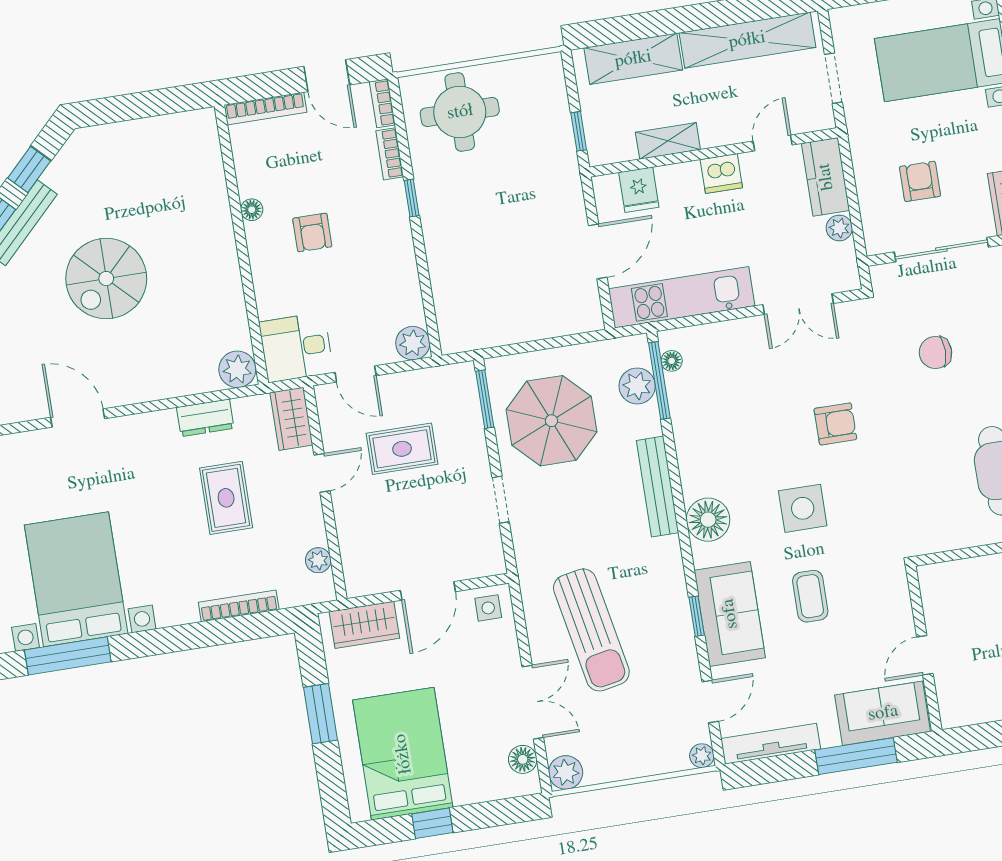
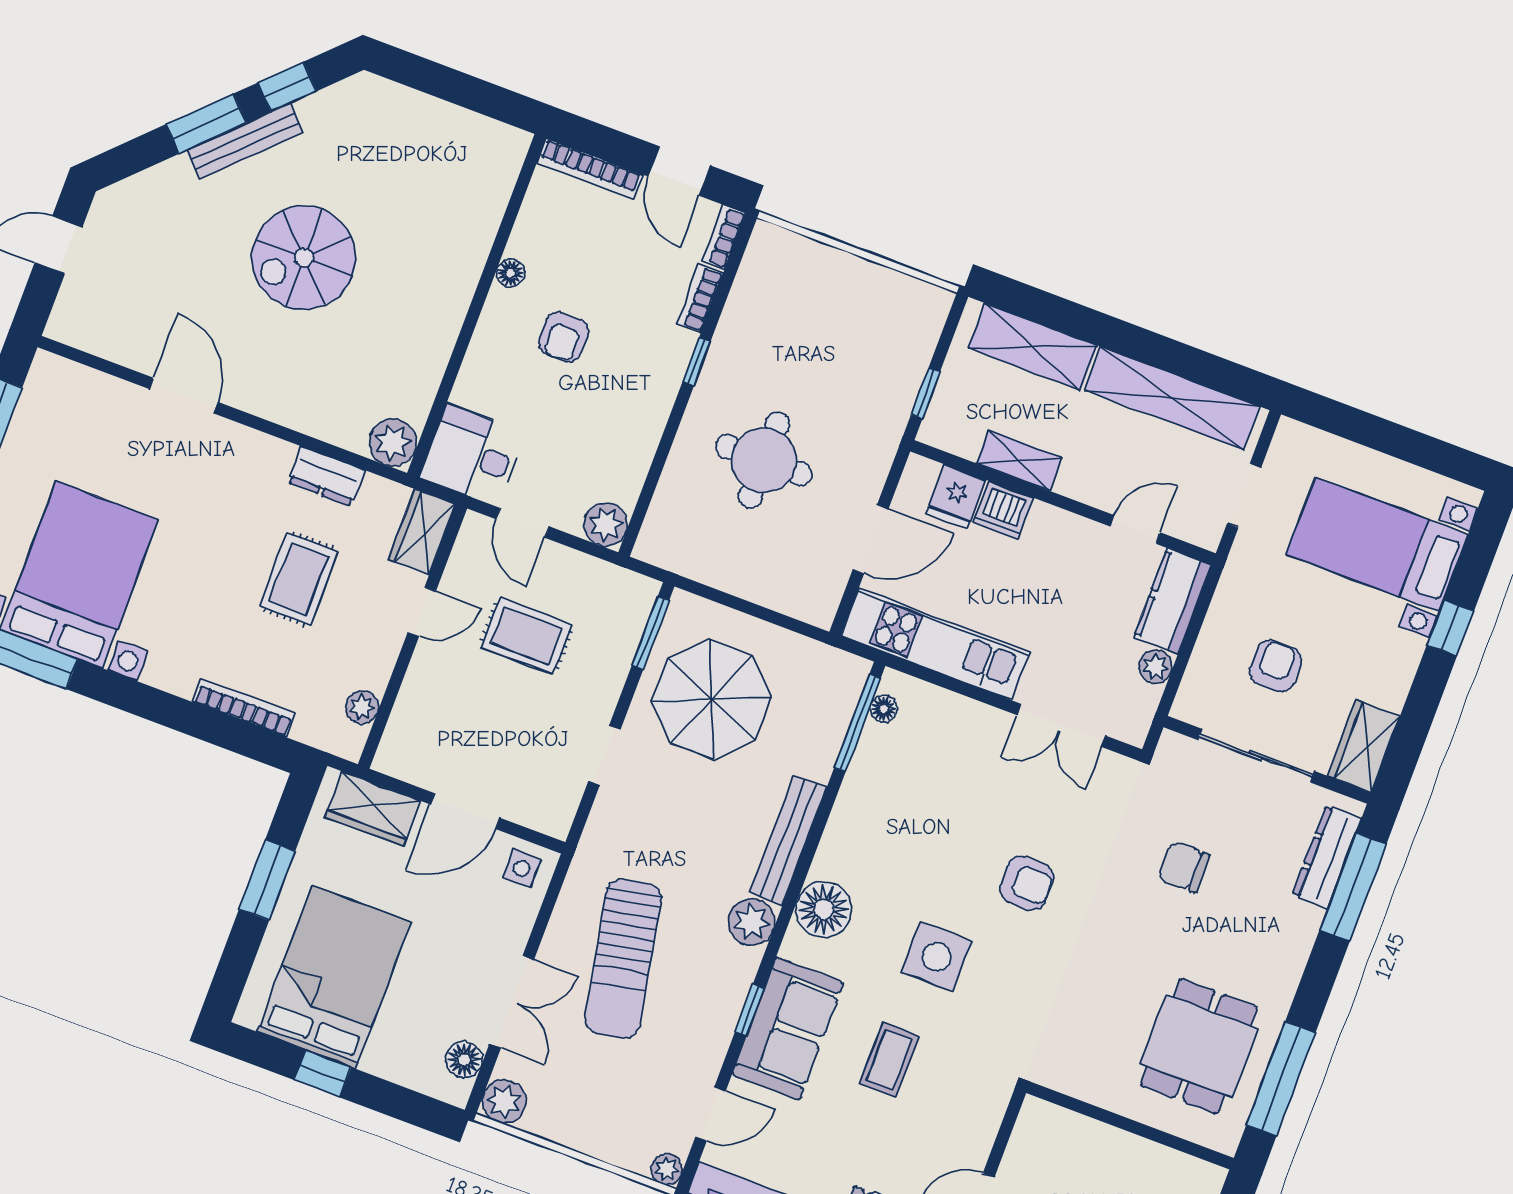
round table: (460, 112) -> (764, 460), moved
dishwasher: (721, 174) -> (1003, 510), moved
plant: (637, 386) -> (751, 922), moved

